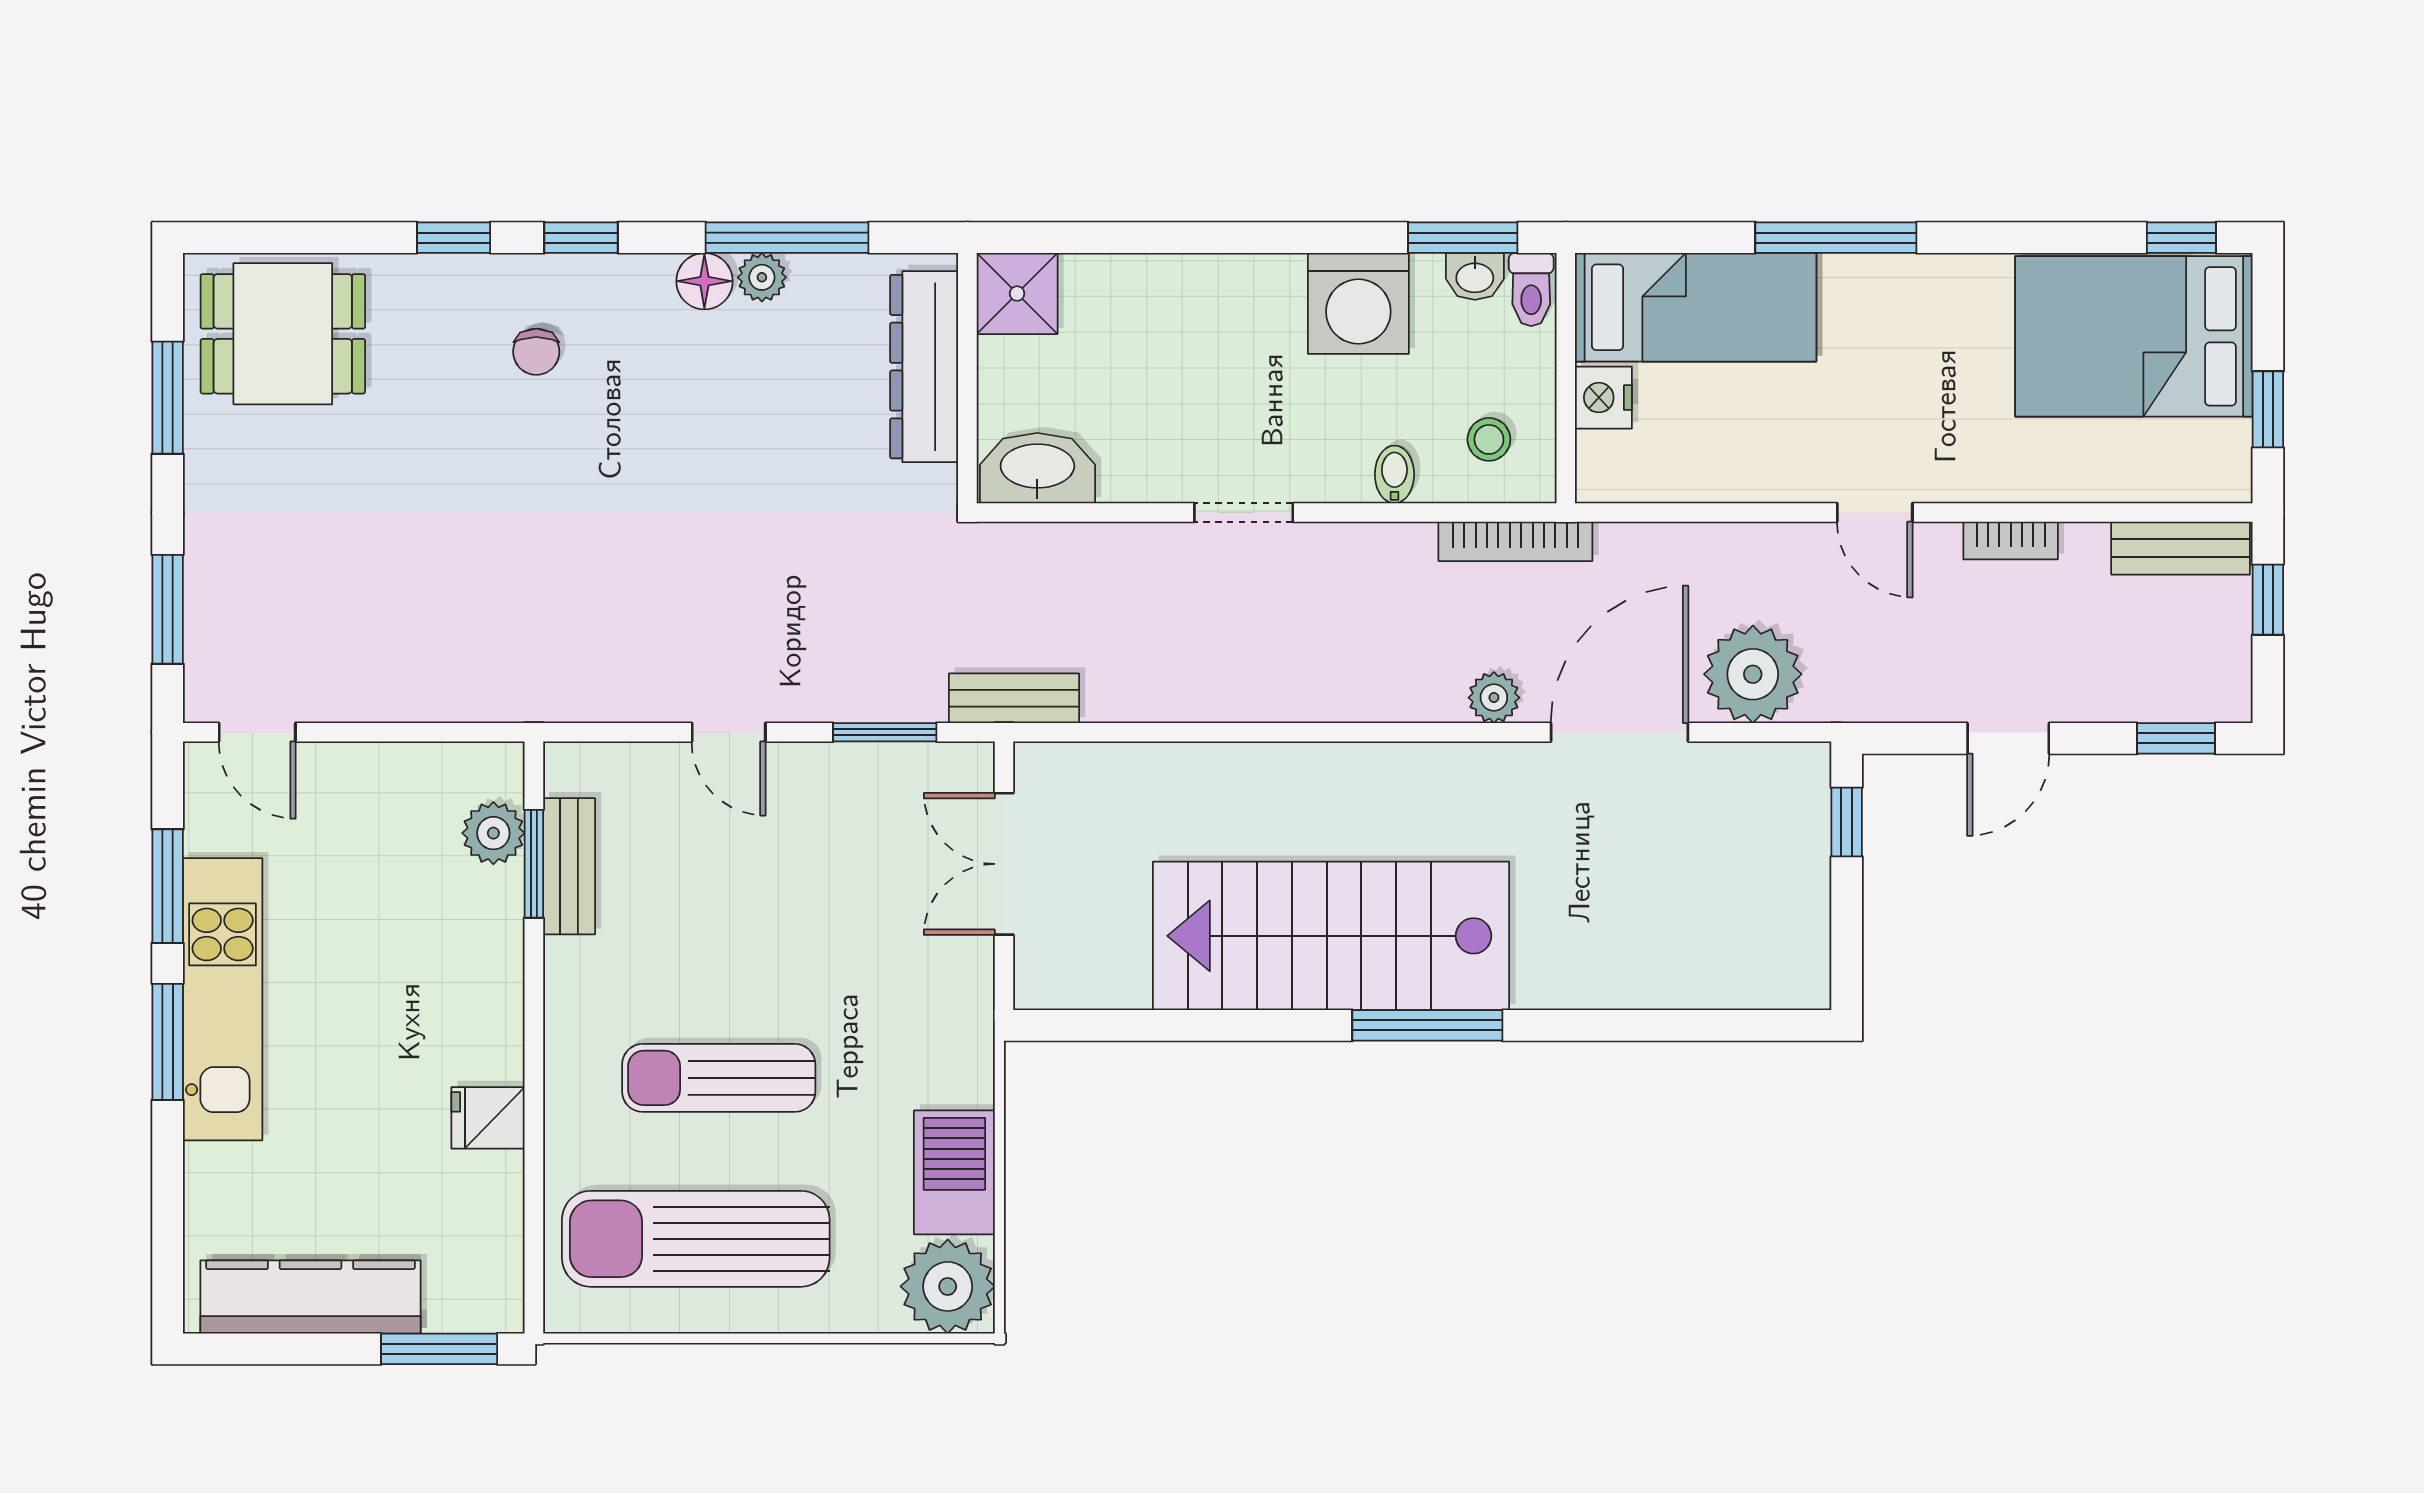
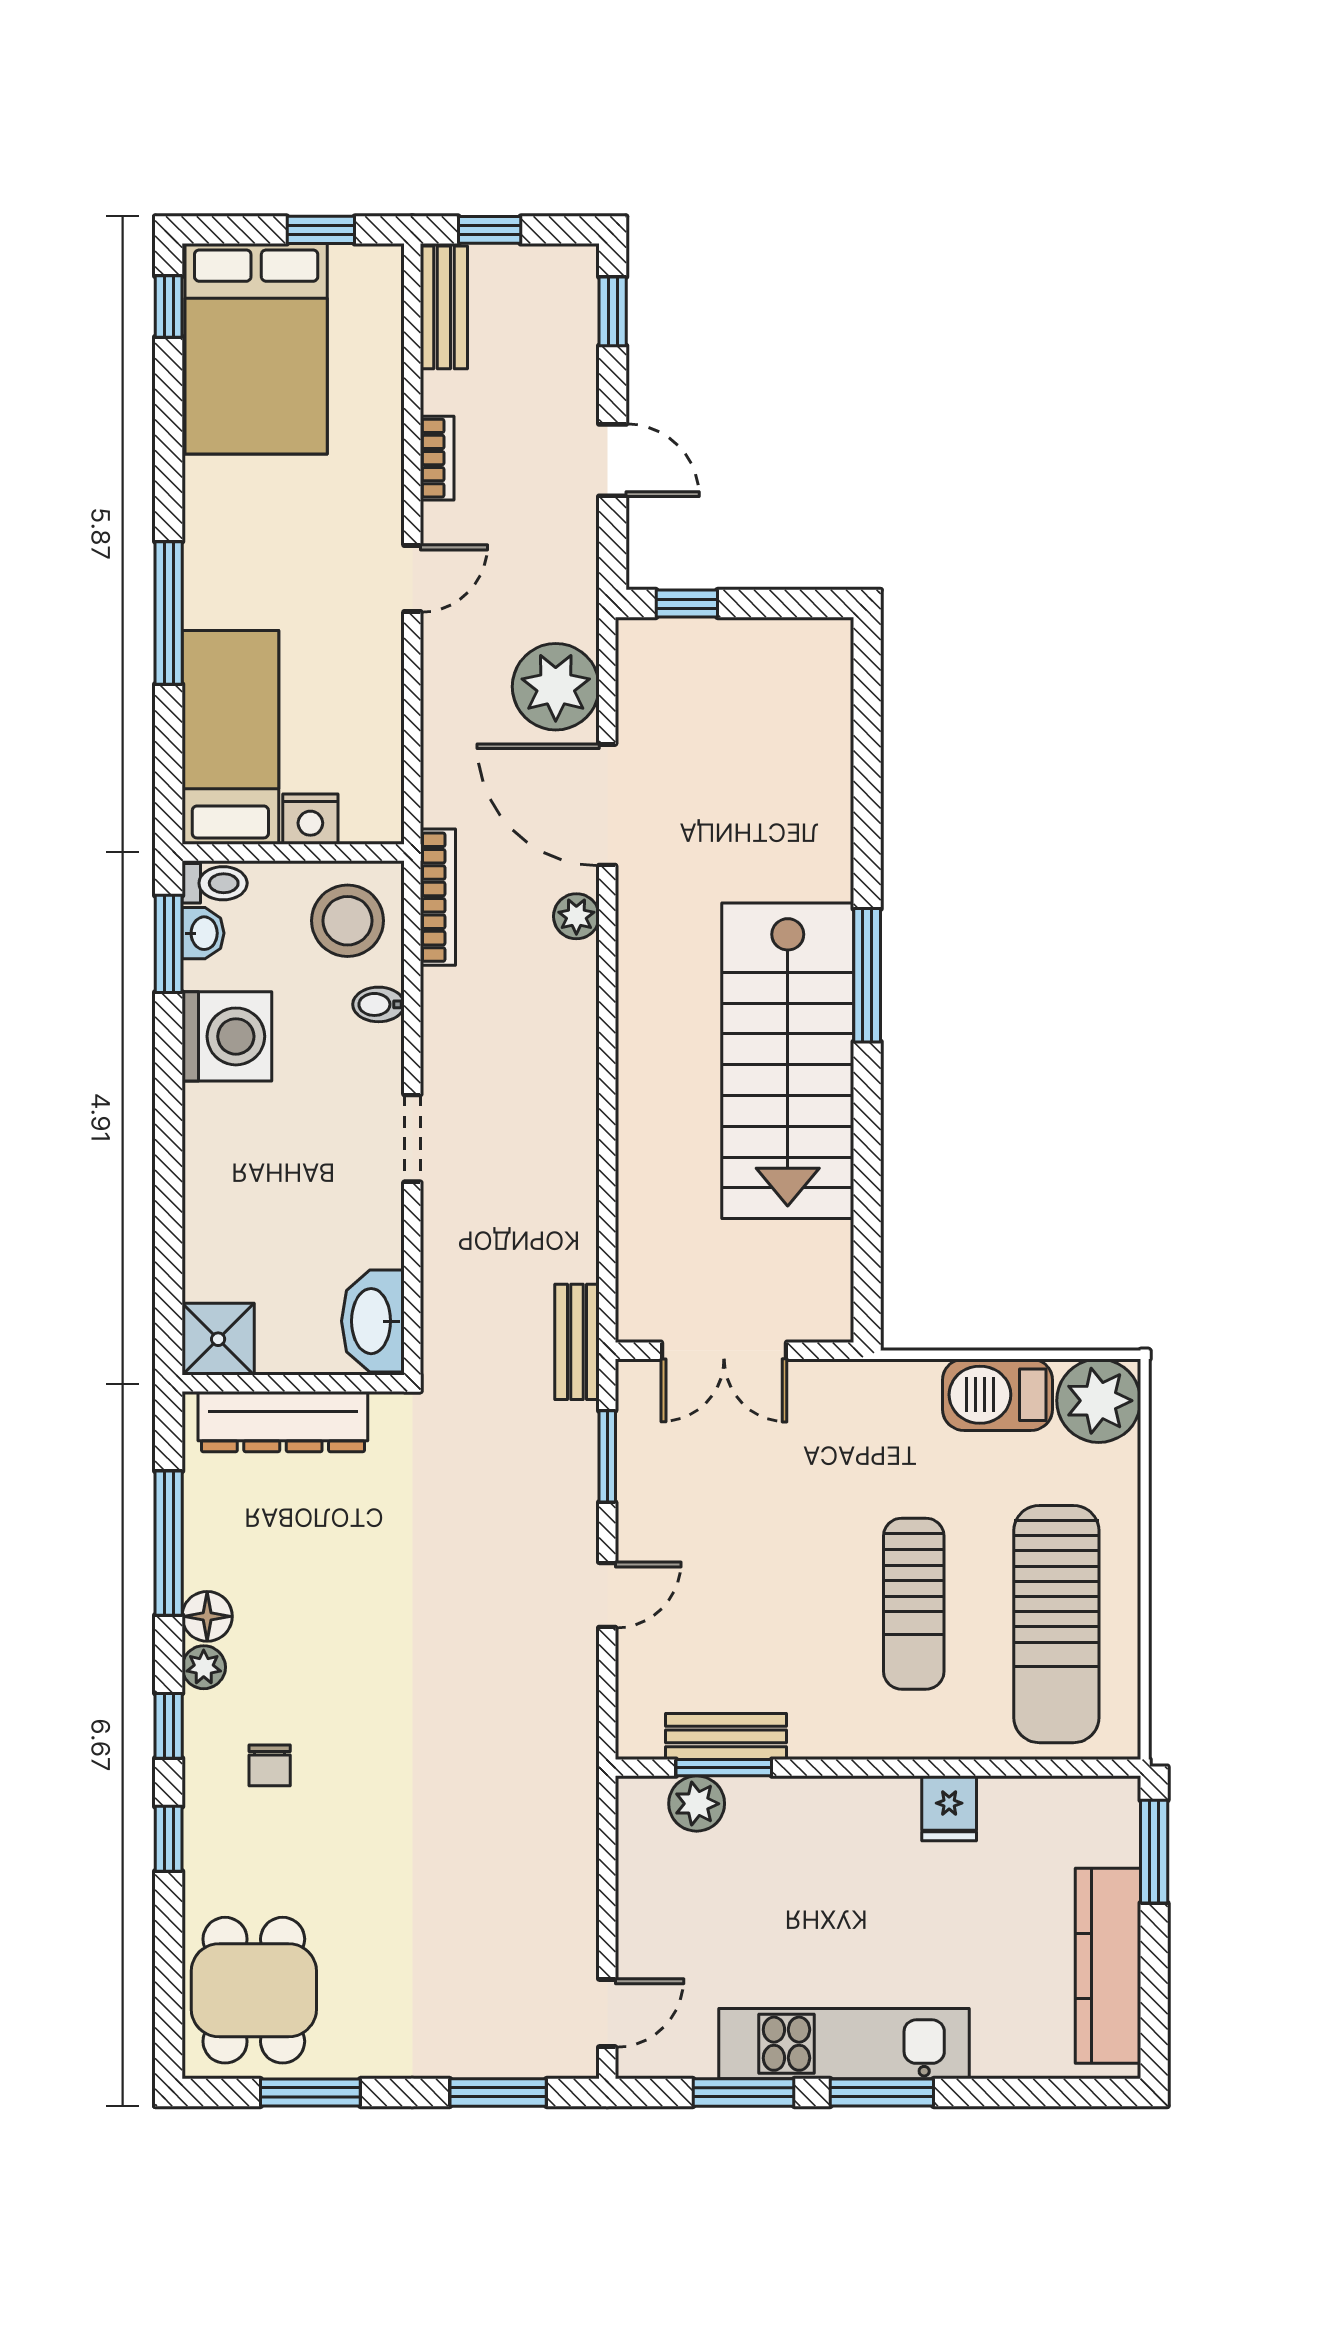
plant: (762, 277) -> (204, 1667), moved
chair: (536, 352) -> (270, 1765), turned 90
stool: (1489, 439) -> (347, 921), width x1.89, depth x1.89

